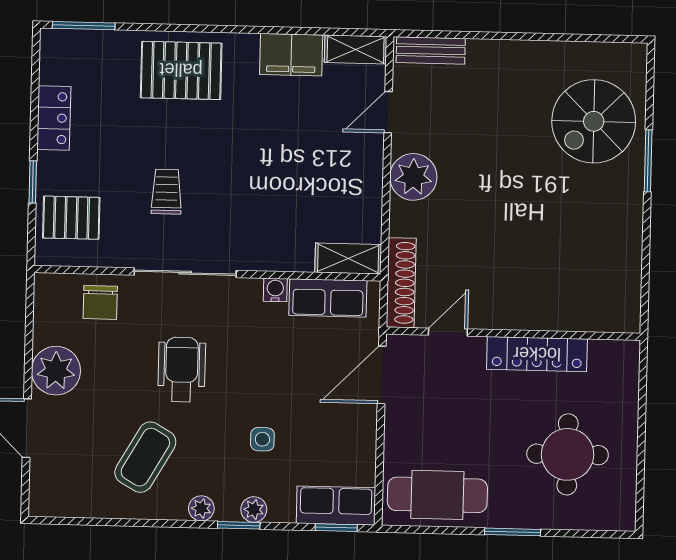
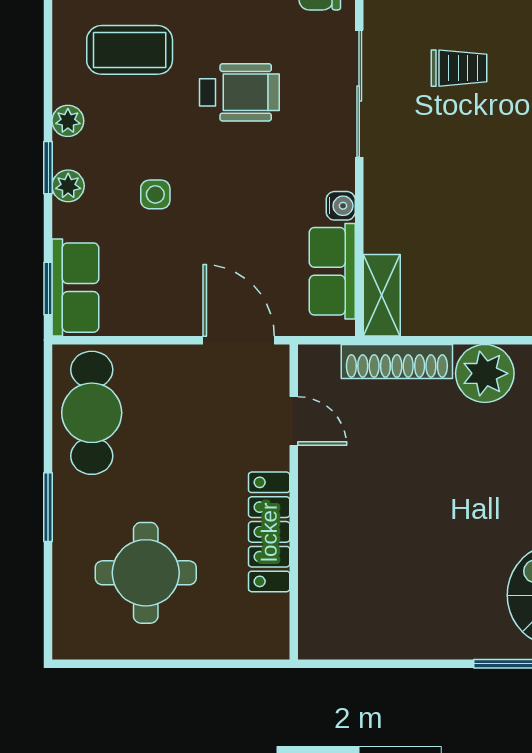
shoe rack: (401, 283) -> (397, 362), moved
coffee table: (145, 457) -> (130, 50), turned -30

